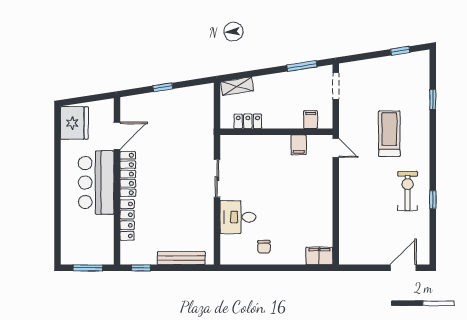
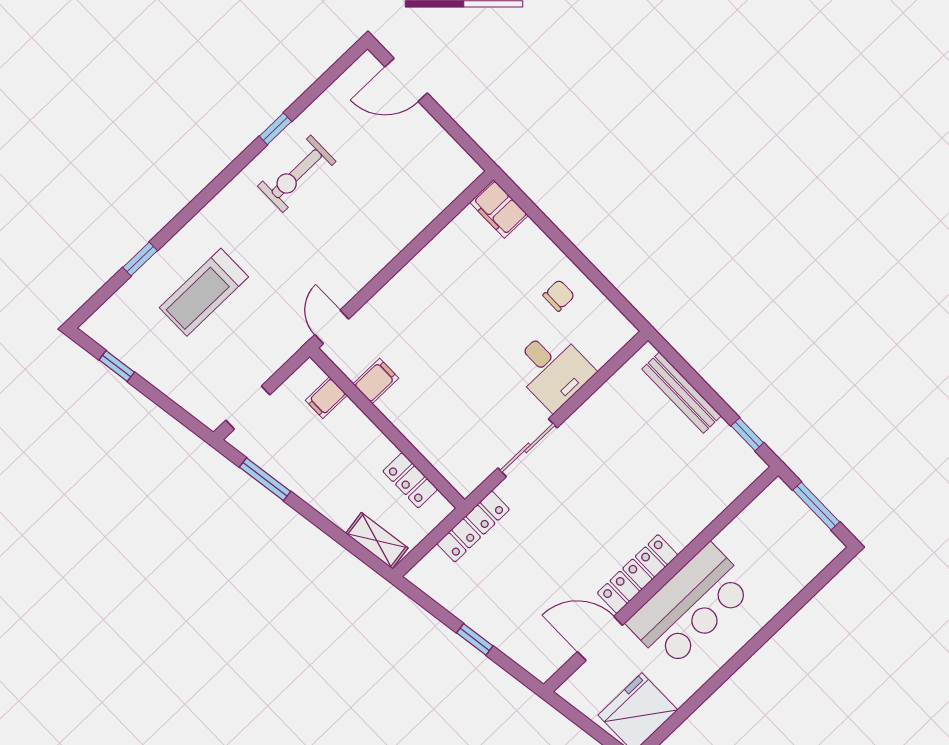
treadmill: (389, 134) -> (204, 292), moved
locker: (127, 220) -> (473, 526), moved, turned 180

